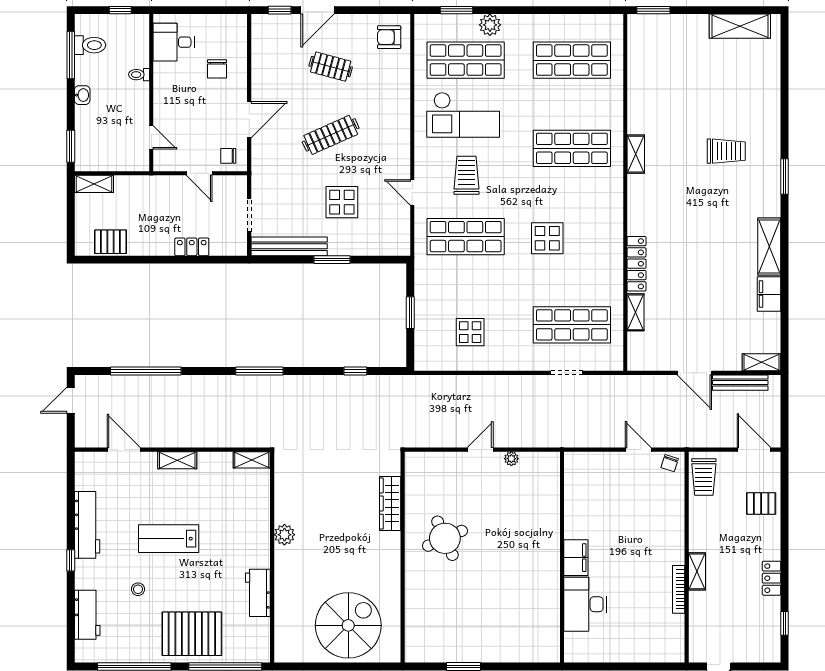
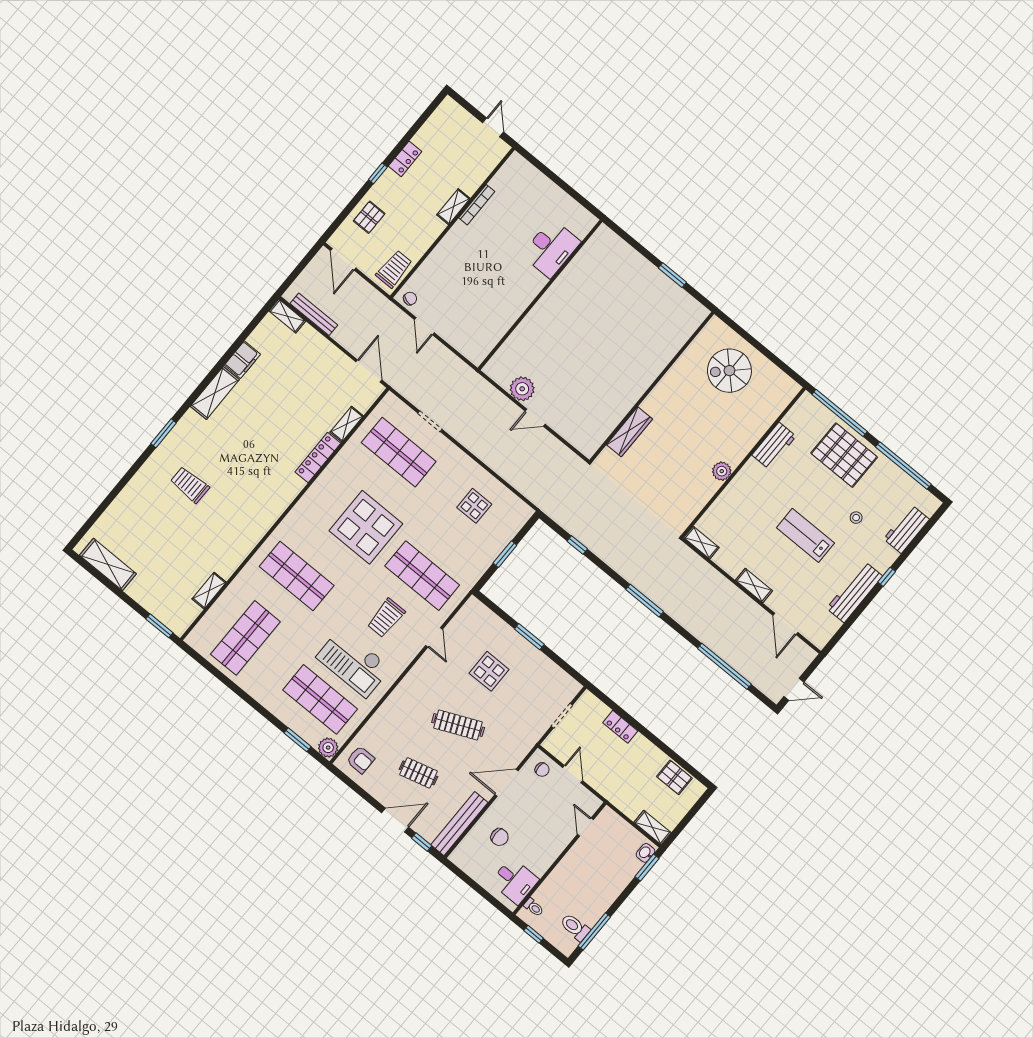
plant: (490, 25) -> (328, 748), moved
shop shelf: (572, 60) -> (245, 638), turned 90
clothes rail: (331, 67) -> (419, 773), turned -30
chair: (217, 69) -> (500, 837), turned 90
toilet: (139, 75) -> (534, 907), moved
washbasin: (82, 95) -> (645, 853), moved
checkout: (463, 115) -> (353, 662), turned 180
shelving: (636, 154) -> (209, 591), moved
display table: (547, 238) -> (366, 527), width x1.86, depth x1.86
bench: (289, 246) -> (459, 824), moved, turned 90
door: (694, 373) -> (369, 371), moved
plant: (511, 459) -> (522, 389), width x1.88, depth x1.88
pallet: (761, 504) -> (369, 217), turned 90
round table: (445, 538) -> (611, 376), removed
lab bench: (169, 539) -> (805, 535), turned 180
filing cabinet: (576, 558) -> (530, 286), removed
window: (785, 623) -> (378, 173), moved
spiral stairs: (348, 625) -> (729, 371), width x0.73, depth x0.73

